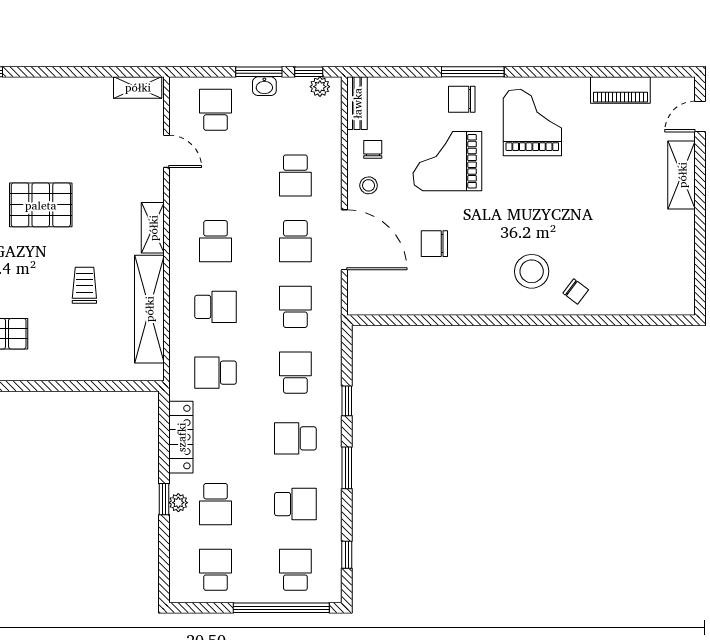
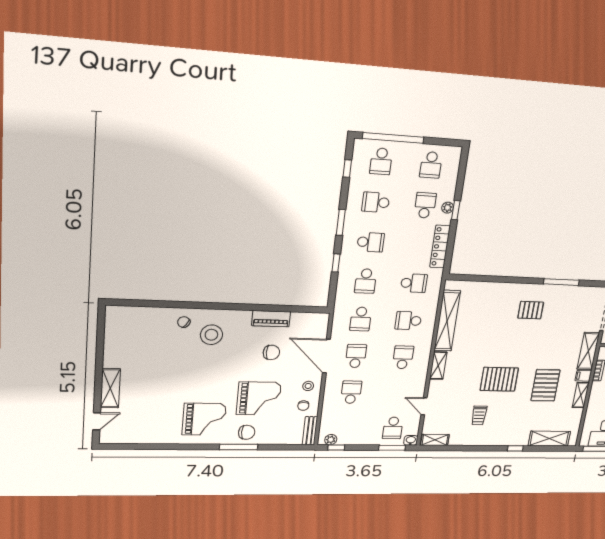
window: (259, 72) -> (392, 448), moved
washbasin: (264, 86) -> (411, 440), moved
piano: (620, 90) -> (271, 319), moved, turned 180
grand piano: (532, 122) -> (204, 419), turned -90
trolley: (84, 285) -> (479, 415), moved

